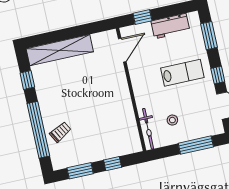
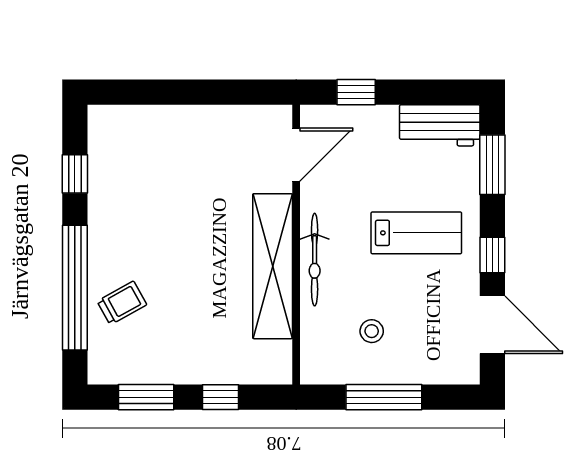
workbench: (170, 26) -> (440, 125), moved
shelving: (60, 50) -> (273, 266), moved, turned 90
bicycle: (148, 129) -> (315, 260), moved
window: (196, 145) -> (384, 397), moved

